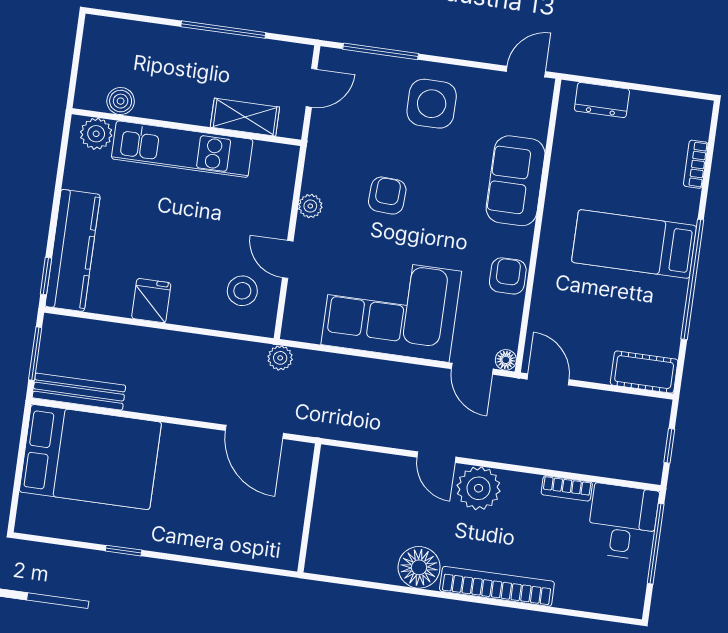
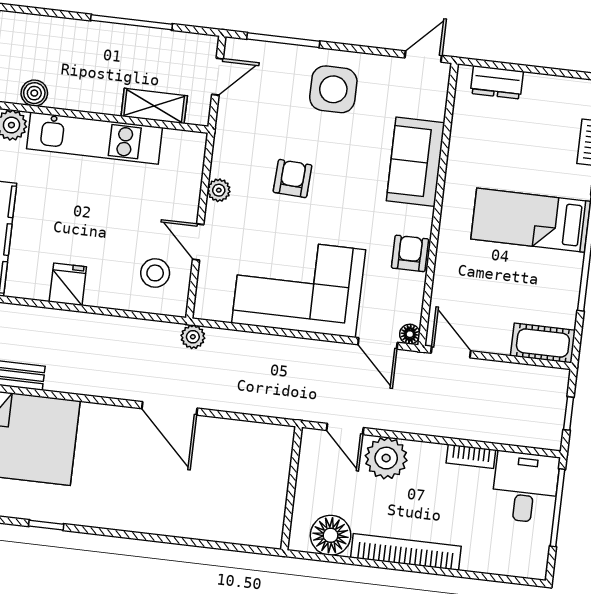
wall: (309, 508) -> (291, 488), moved

